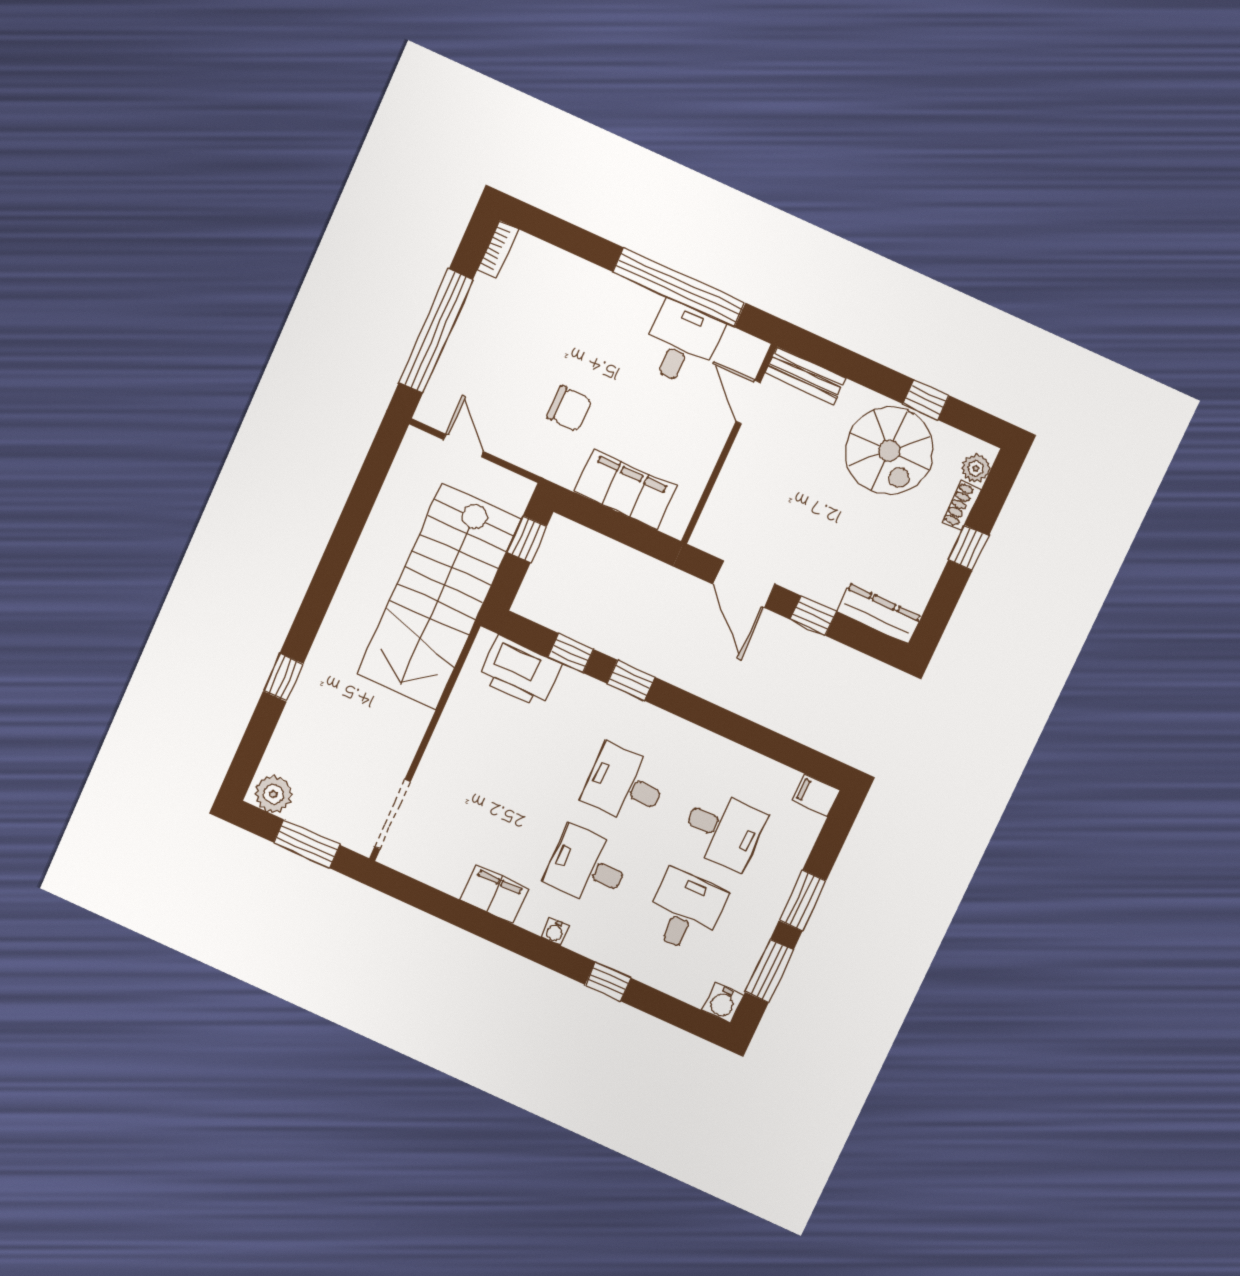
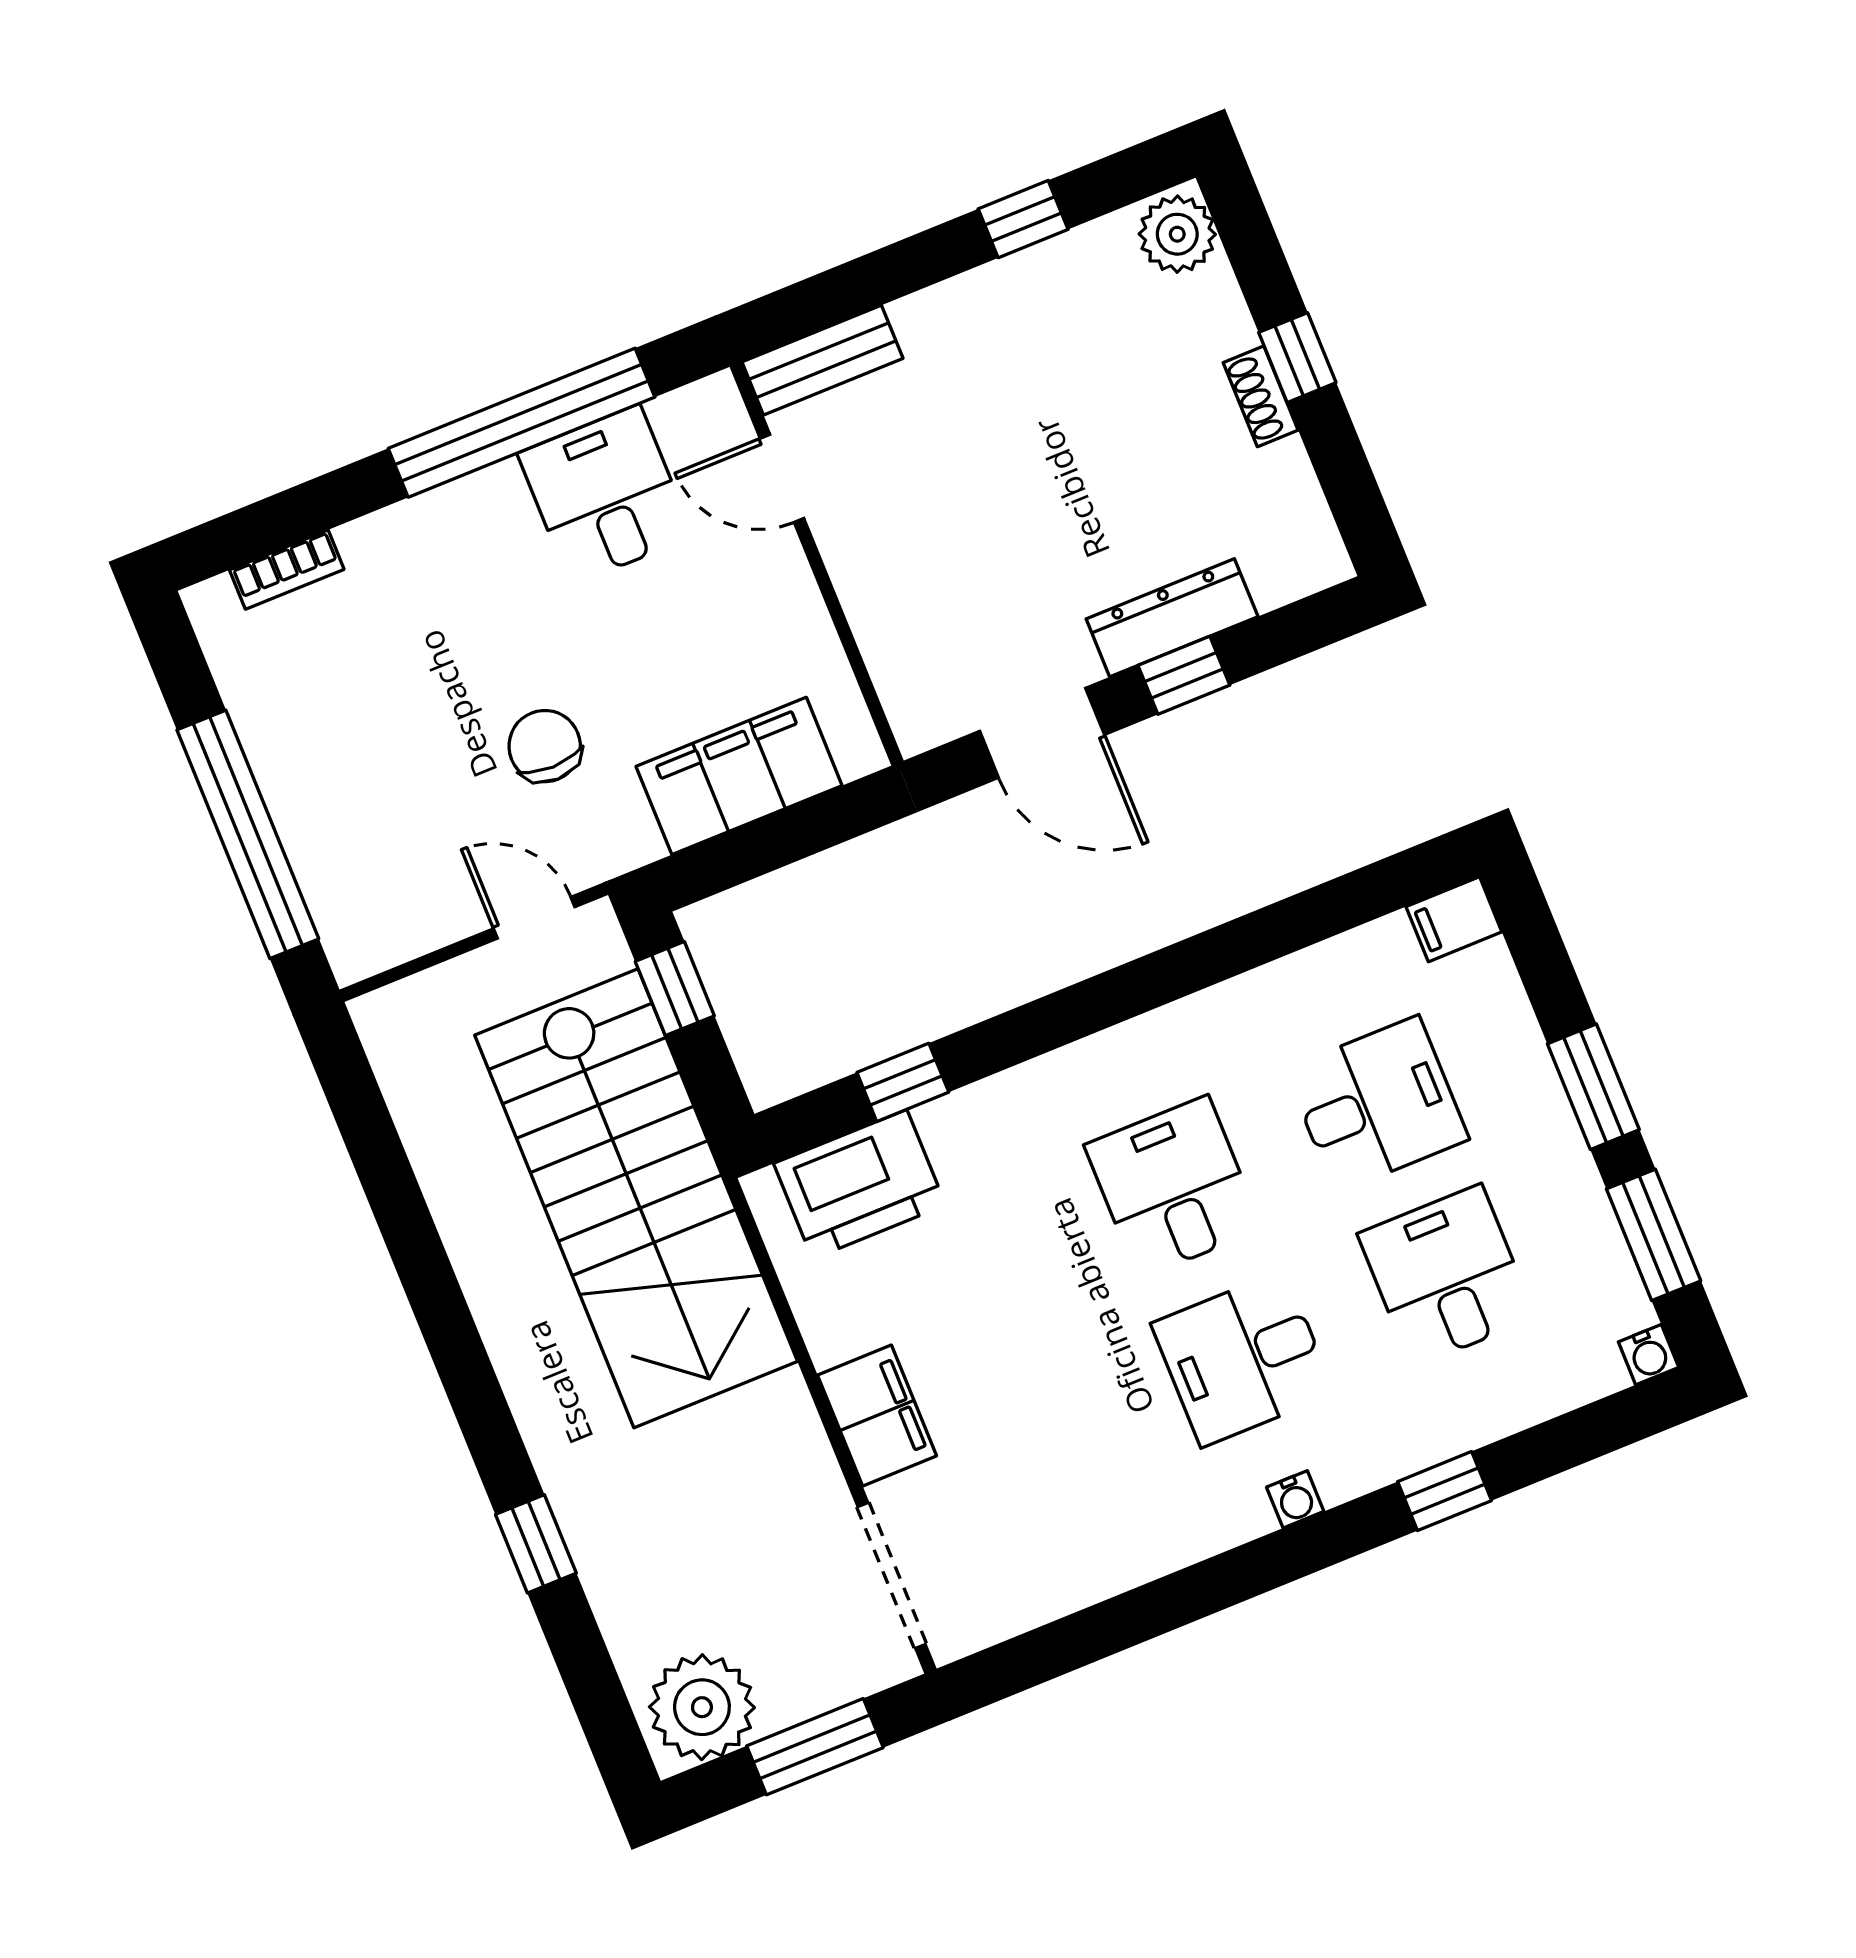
bookcase: (498, 249) -> (287, 570), moved, turned 90
chair: (569, 409) -> (545, 746), turned -90
door: (463, 445) -> (534, 918), moved
spiral stairs: (889, 451) -> (1047, 341), removed
plant: (976, 468) -> (1177, 234), width x1.38, depth x1.38
shoe rack: (961, 506) -> (1261, 396), moved
dresser: (879, 614) -> (1172, 618), moved
window: (631, 680) -> (1027, 1032), removed
desk: (625, 785) -> (1173, 1187), turned 90
plant: (273, 794) -> (702, 1707), width x1.36, depth x1.36
filing cabinet: (495, 894) -> (877, 1416), moved, turned 90
water cooler: (723, 1003) -> (1649, 1355), width x0.72, depth x0.72

